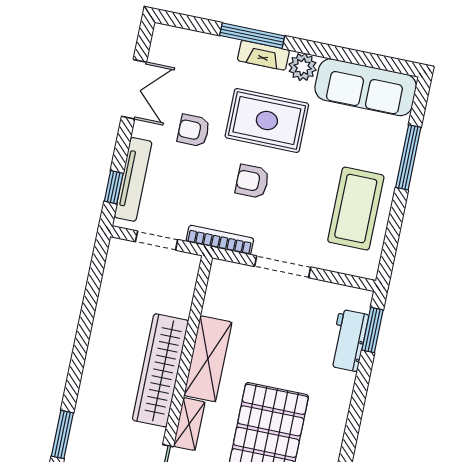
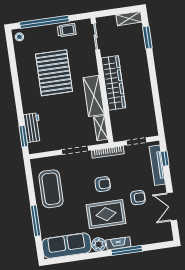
shelving: (189, 424) -> (101, 128), moved

